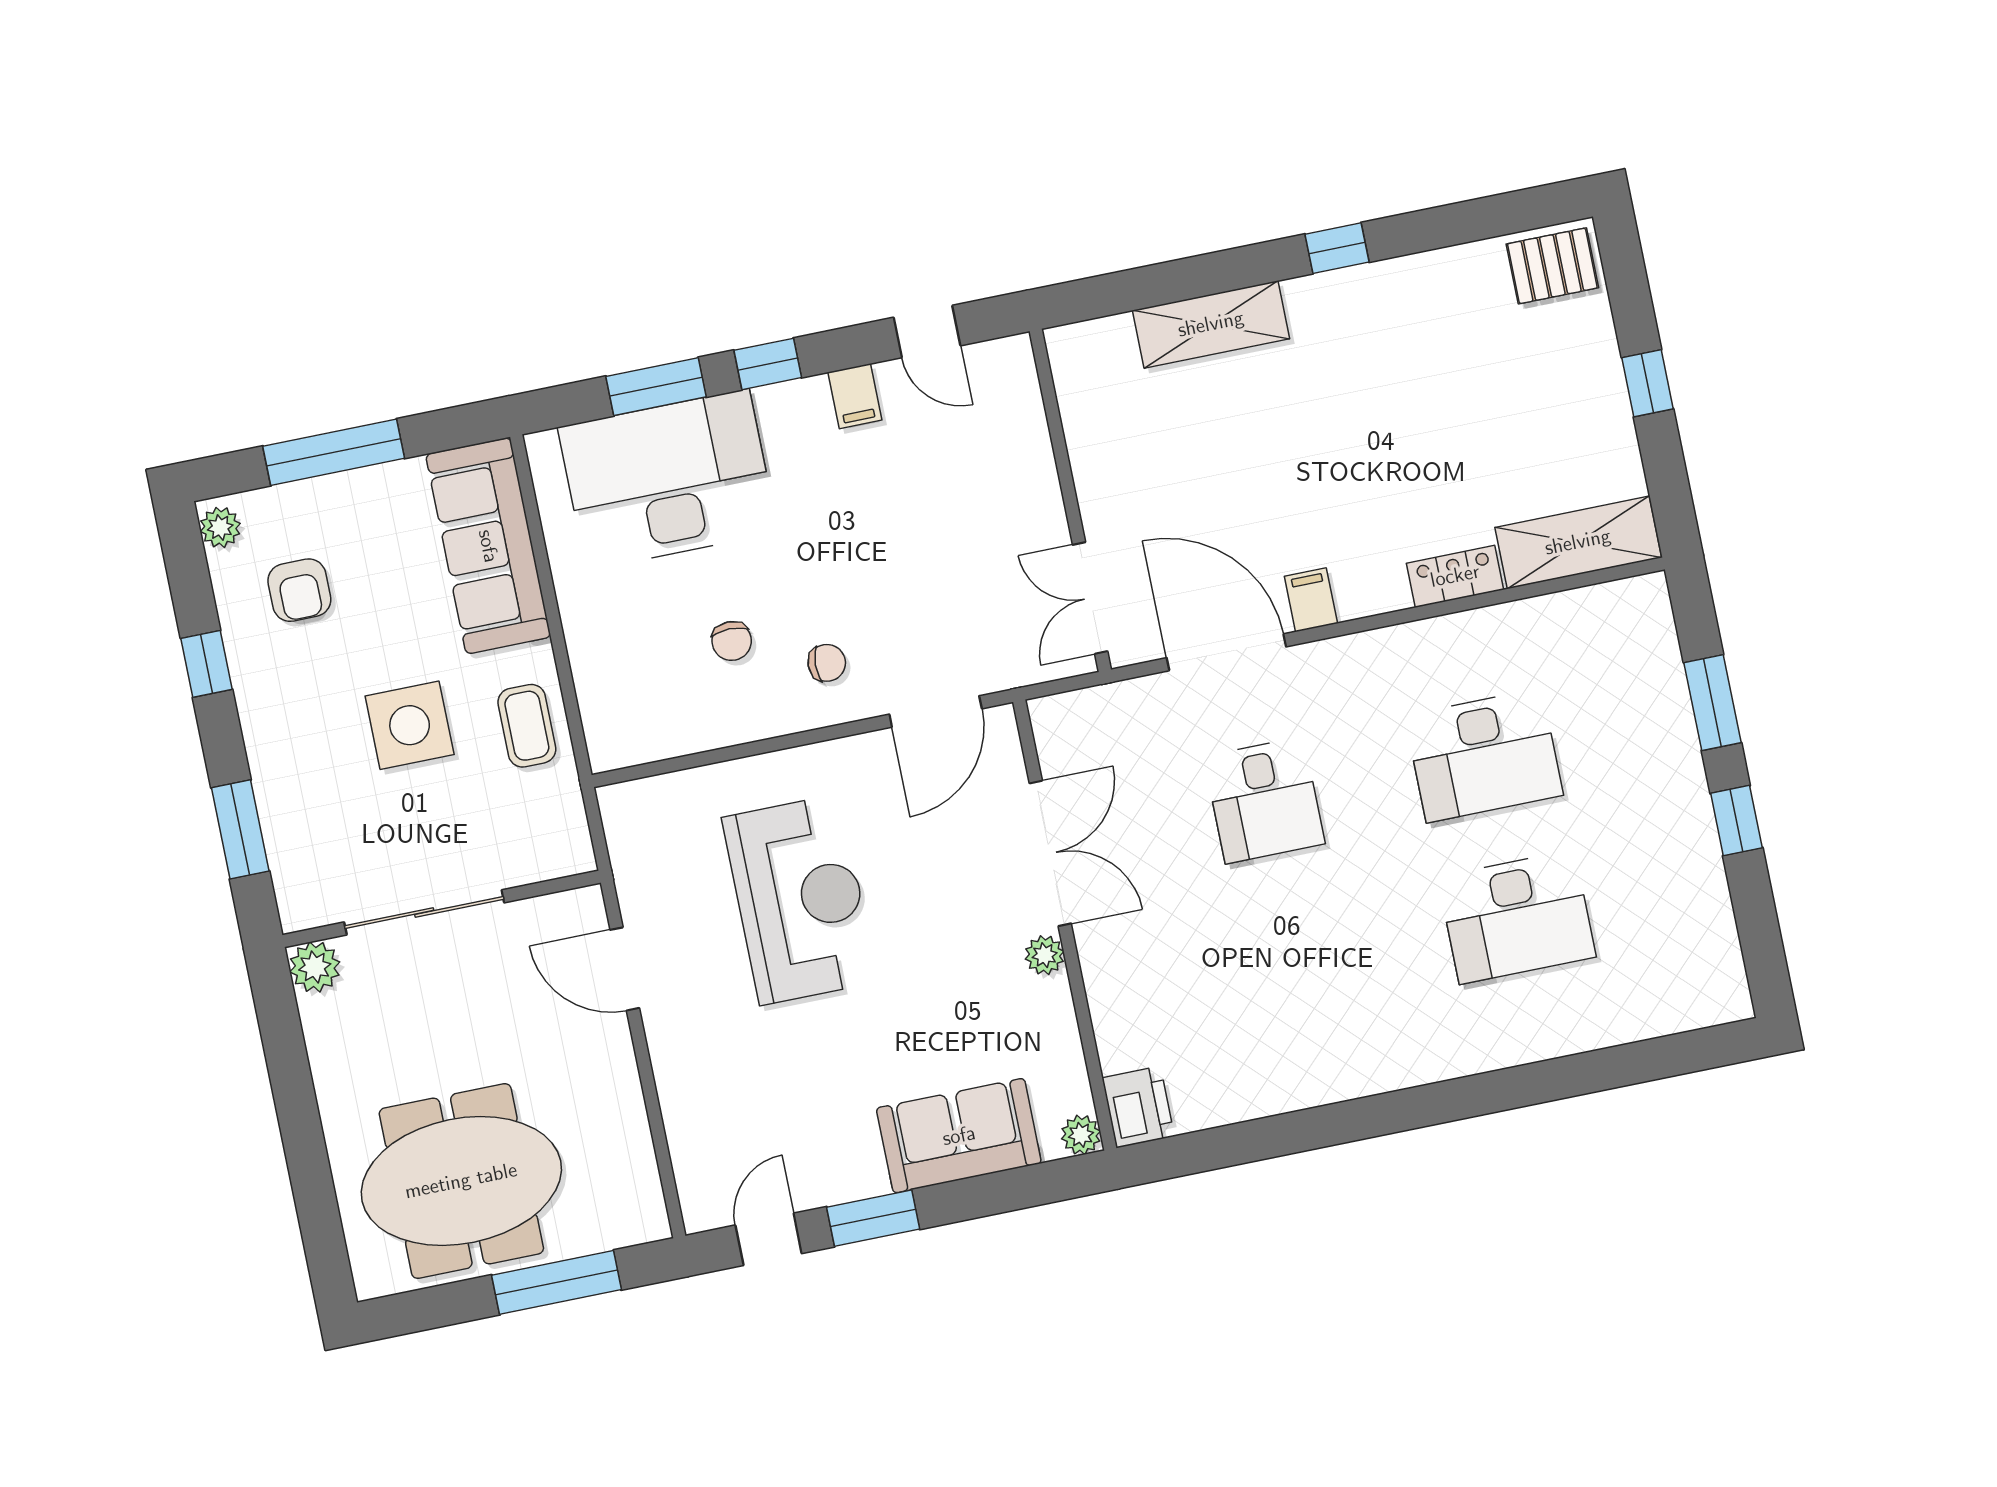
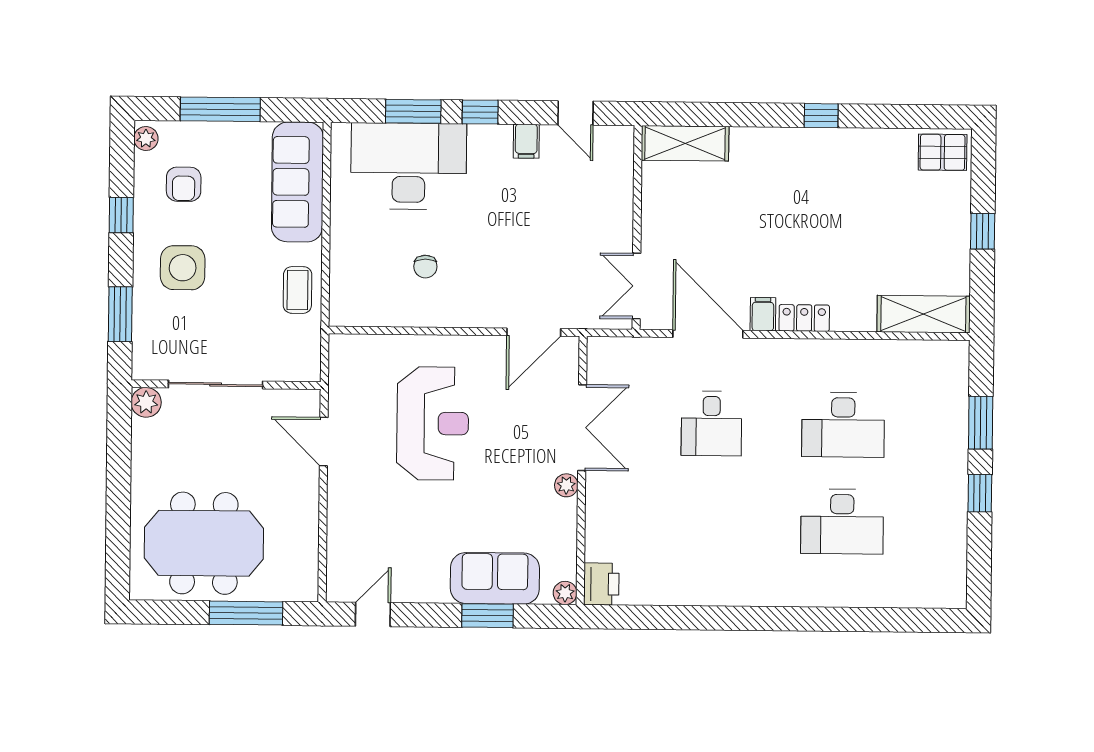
shelving: (1211, 324) -> (685, 143), moved
locker: (1455, 576) -> (804, 318), moved
chair: (827, 663) -> (477, 291), removed
side table: (410, 725) -> (183, 268), moved
window: (873, 1218) -> (487, 616), moved

